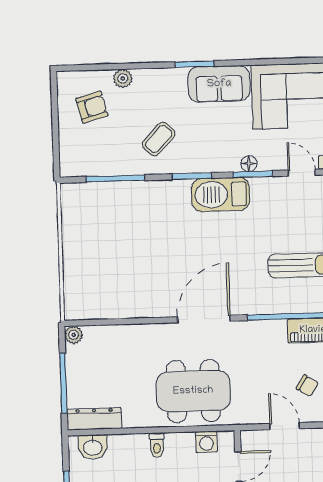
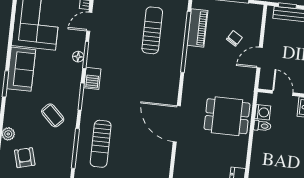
barbecue: (221, 194) -> (92, 78), width x0.53, depth x0.65
sun lounger: (127, 214) -> (101, 144), added
door: (204, 319) -> (177, 124), moved
dining table: (193, 391) -> (227, 116), width x0.73
toilet: (157, 445) -> (262, 126), moved

